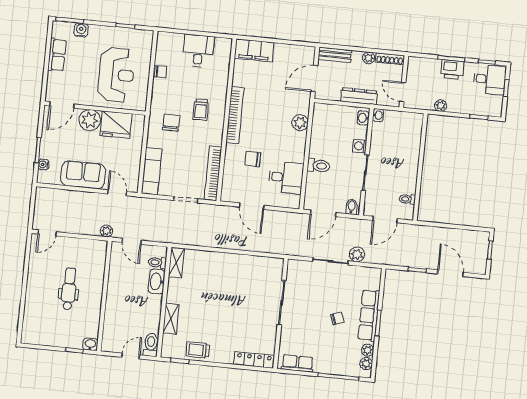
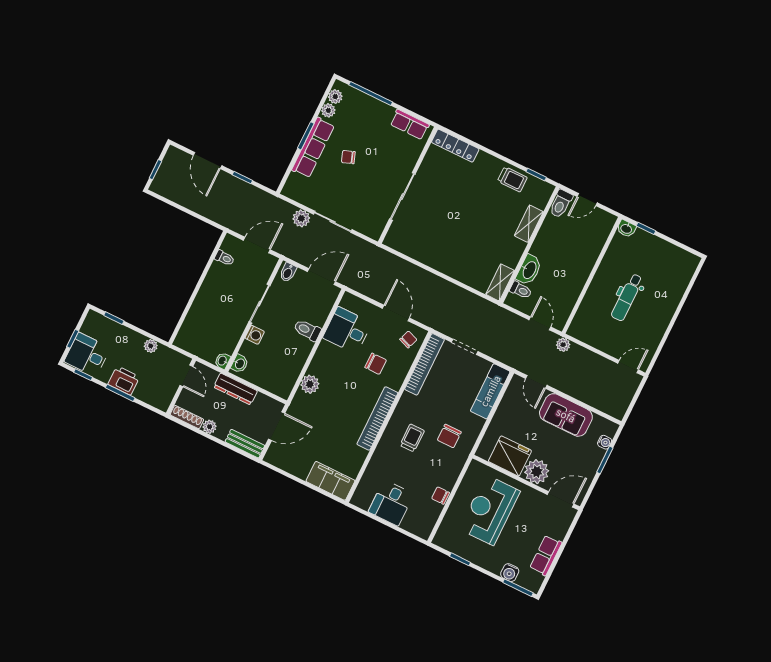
chair: (234, 189) -> (408, 339), added

